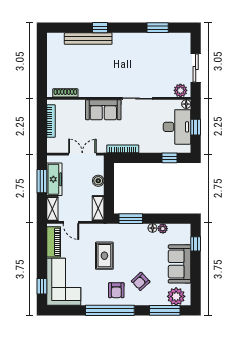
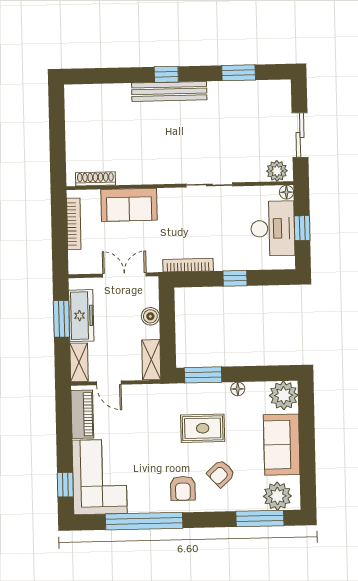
window: (100, 28) -> (166, 74), moved
bench: (88, 39) -> (169, 91), moved
sofa: (103, 110) -> (129, 205), moved
window: (170, 158) -> (235, 278), moved
plant: (163, 229) -> (284, 395), moved, width x1.87, depth x1.87
window: (196, 244) -> (306, 412), removed
rug: (104, 256) -> (203, 428), moved, turned 90
window: (110, 310) -> (144, 521), moved

